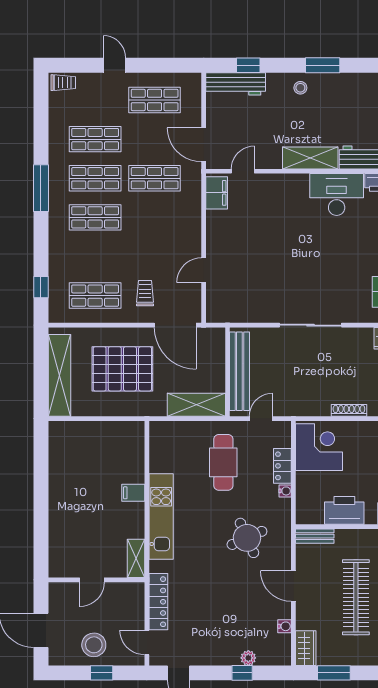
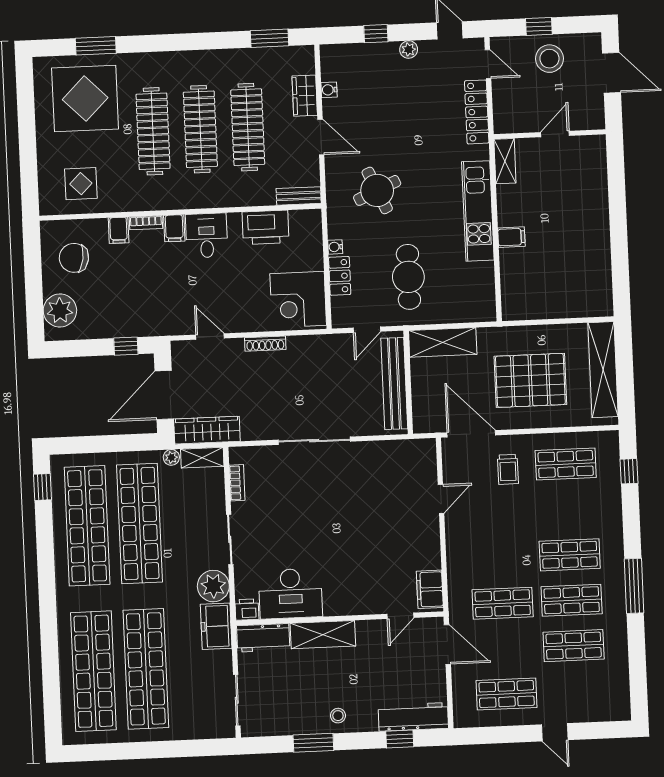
trolley: (63, 83) -> (613, 710), removed
wardrobe: (306, 648) -> (305, 96), moved
plant: (248, 658) -> (409, 50), moved

